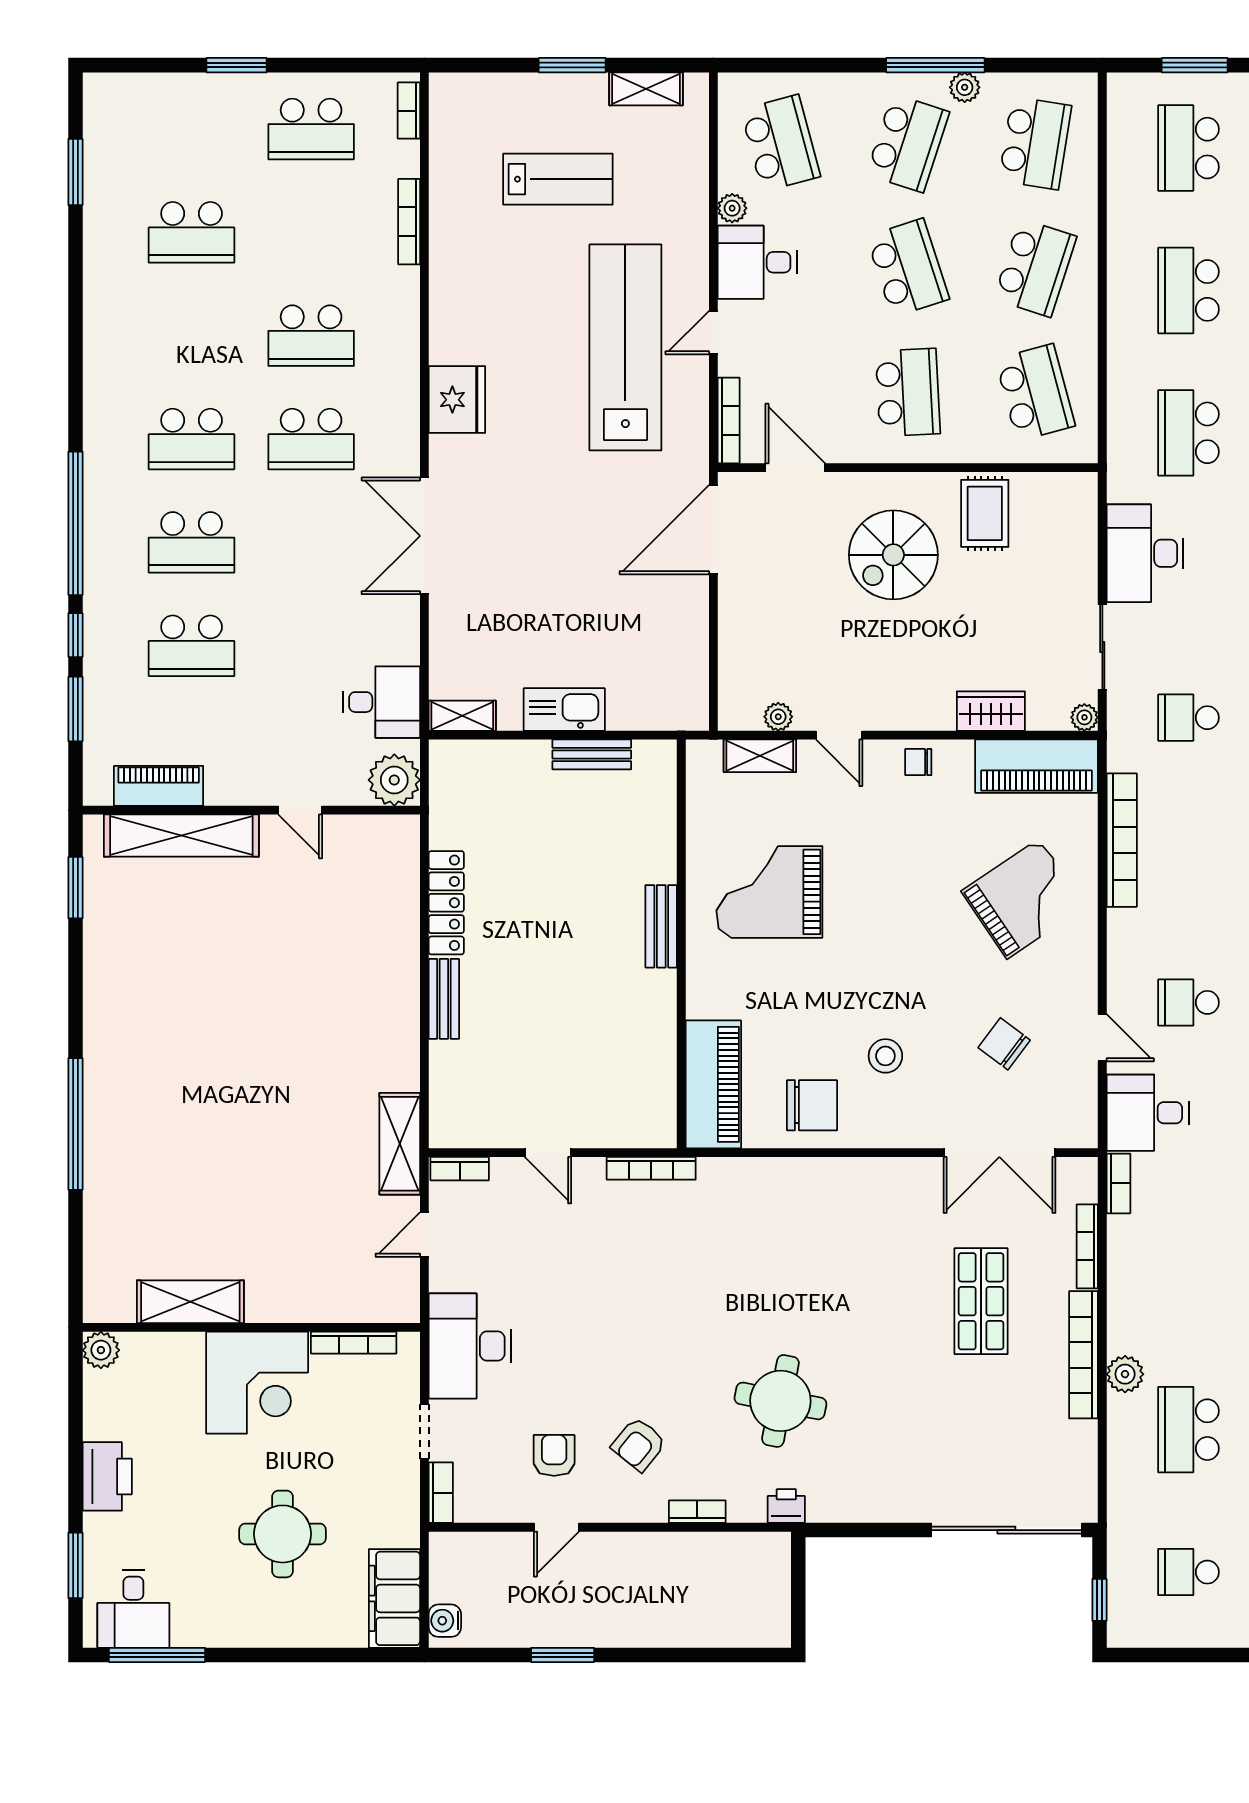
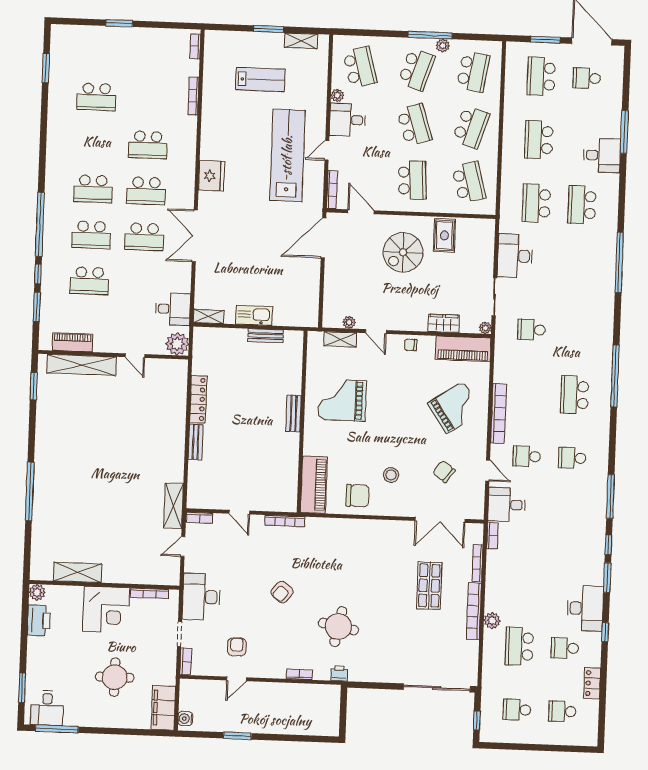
school desk: (311, 129) -> (144, 237), moved
bookcase: (1122, 840) -> (499, 413), moved
armchair: (639, 1444) -> (282, 592), moved
printer: (107, 1476) -> (39, 620), moved

